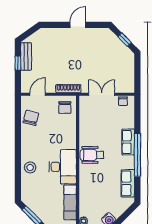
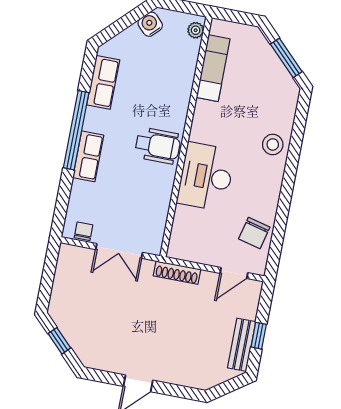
chair: (65, 108) -> (190, 240), removed
desk: (63, 167) -> (206, 177), moved

